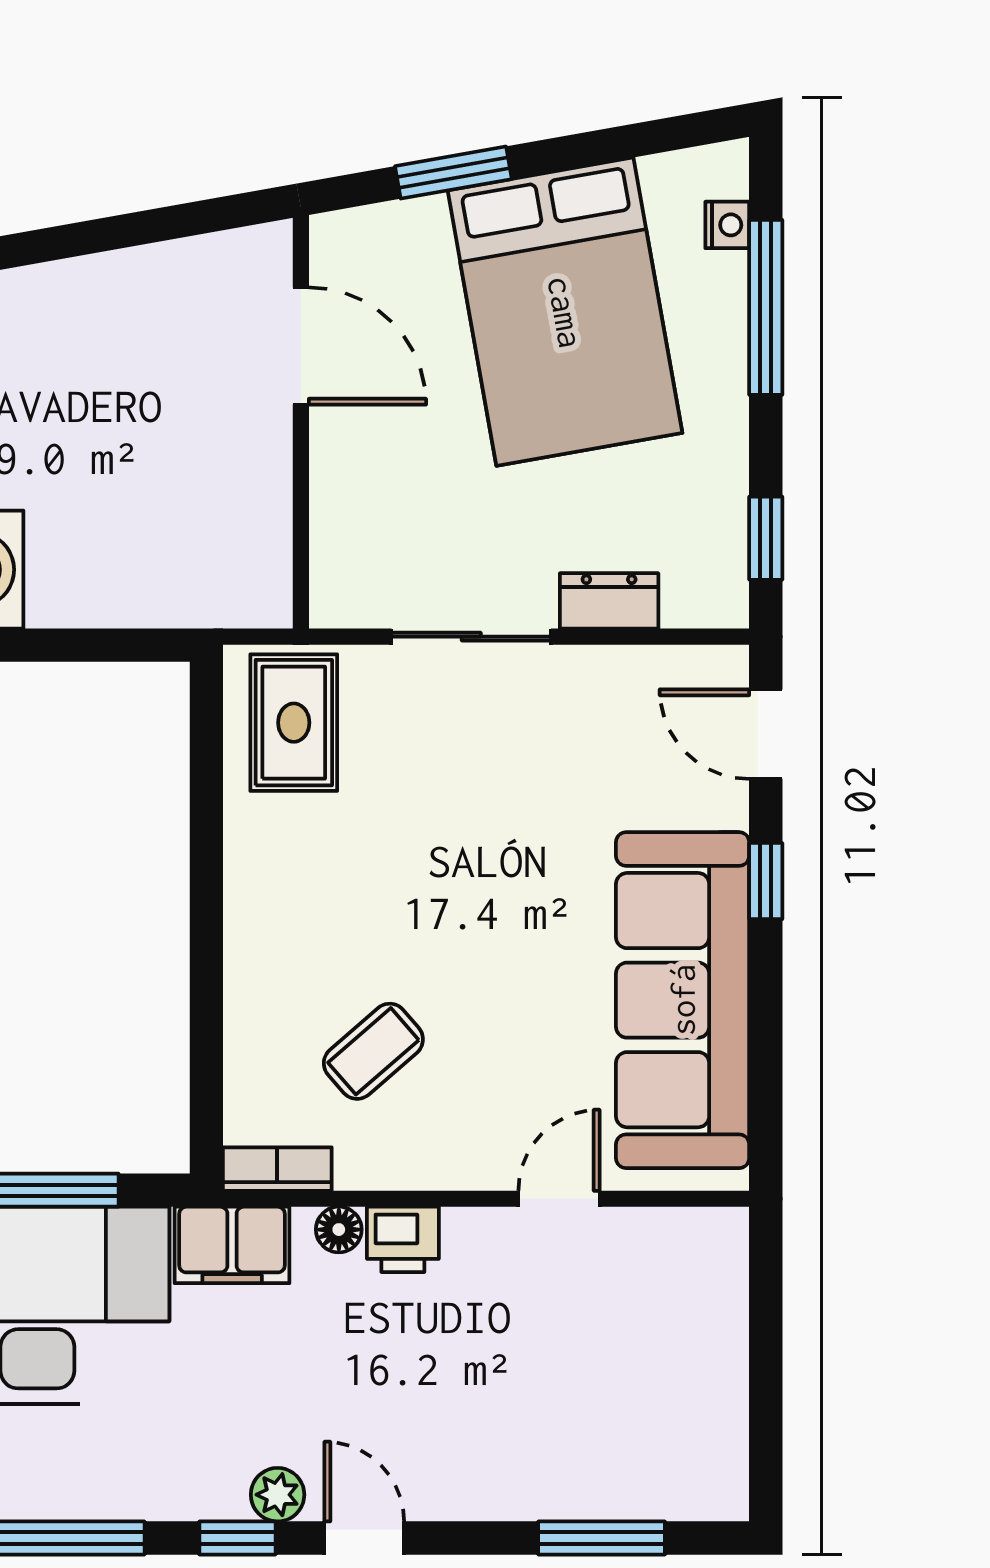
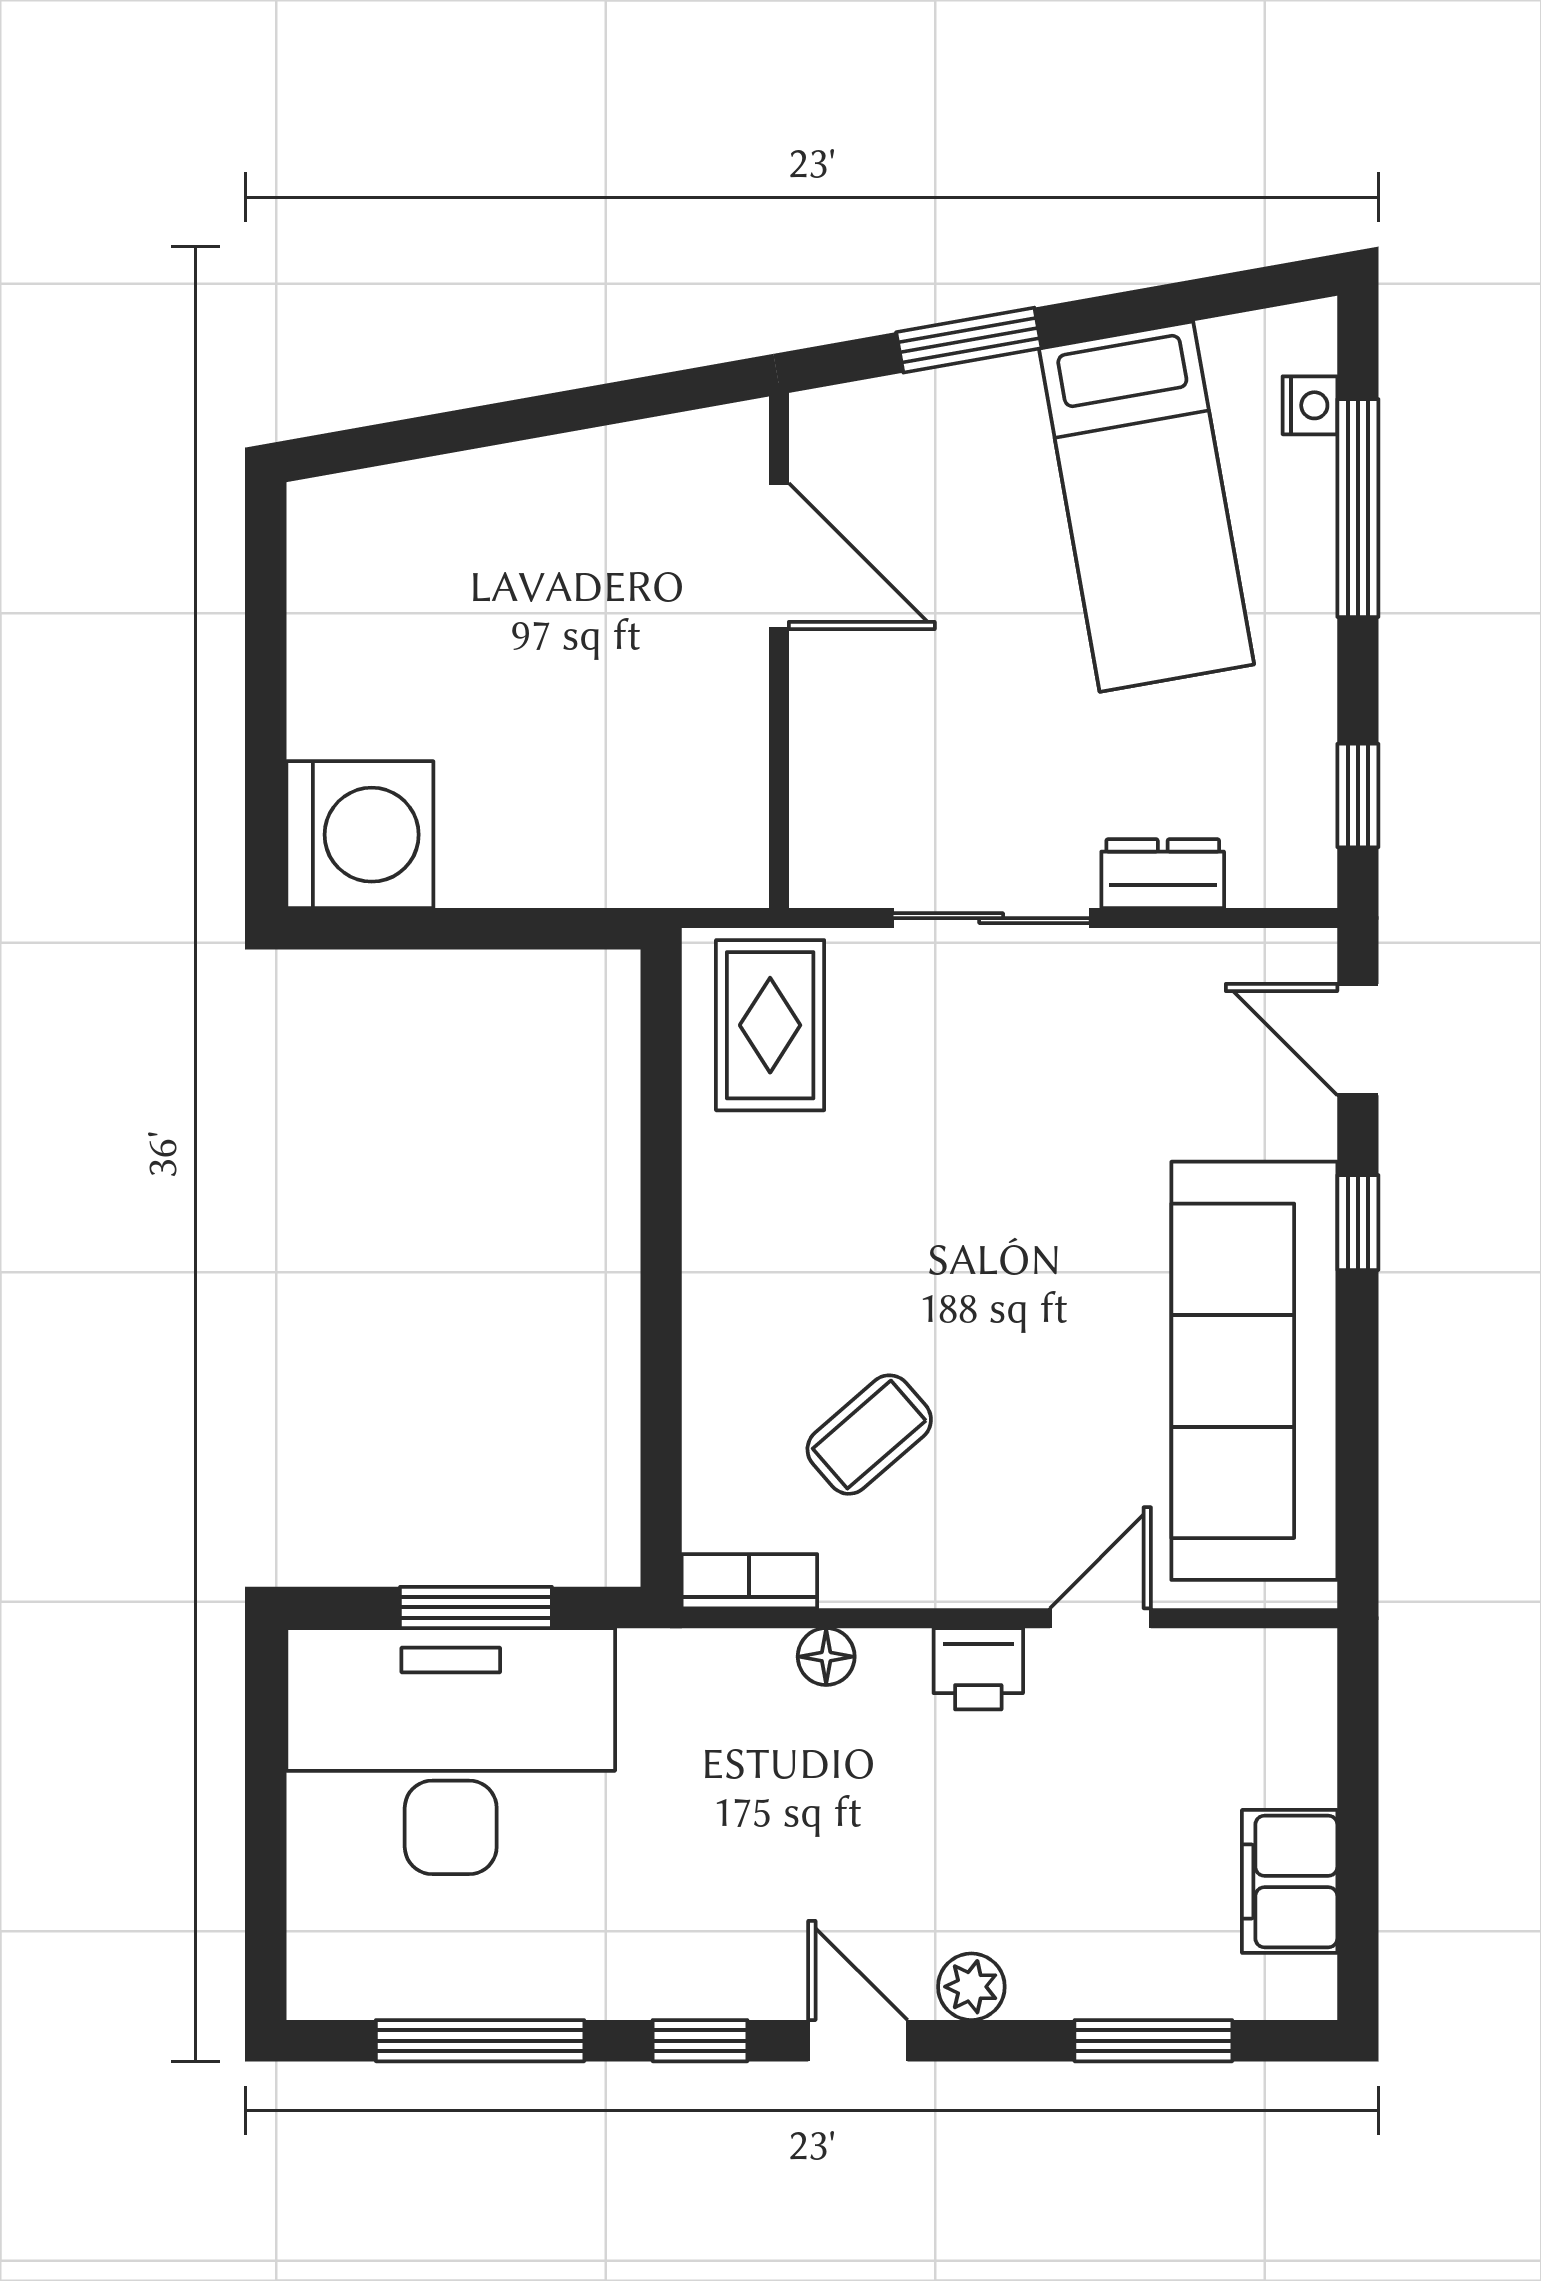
bed: (565, 312) -> (1146, 507), width x0.67
printer: (403, 1239) -> (978, 1669), moved
filing cabinet: (232, 1245) -> (1290, 1881), moved, turned 90
plant: (278, 1495) -> (971, 1987), moved

